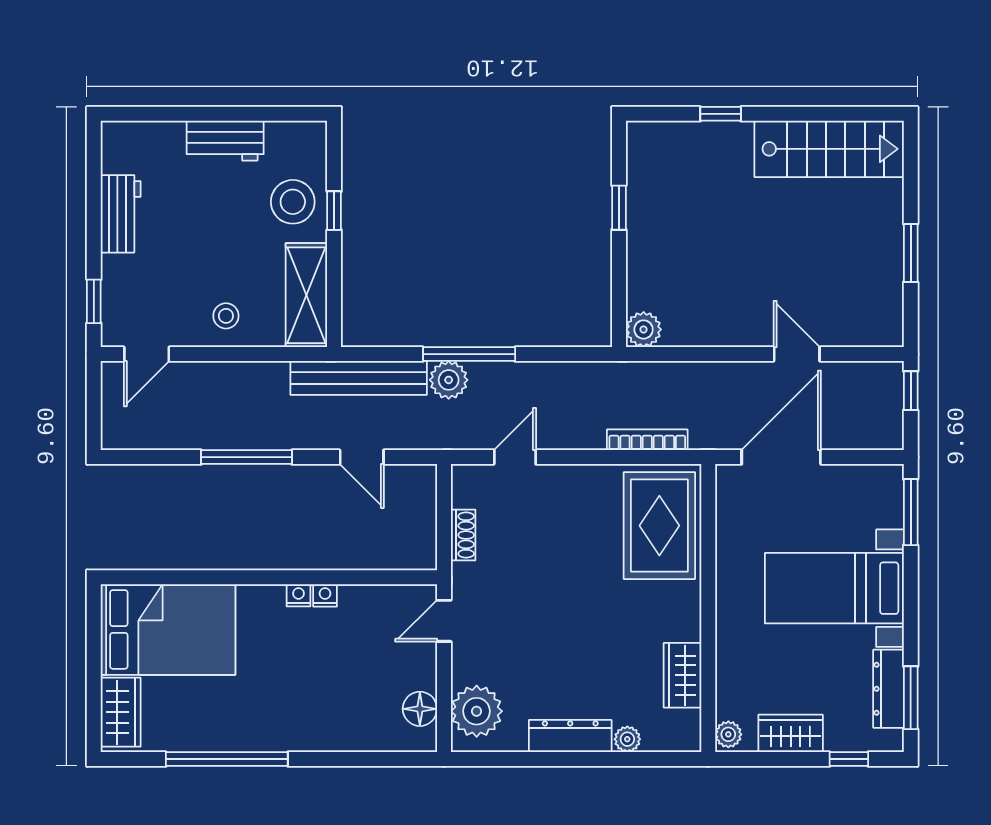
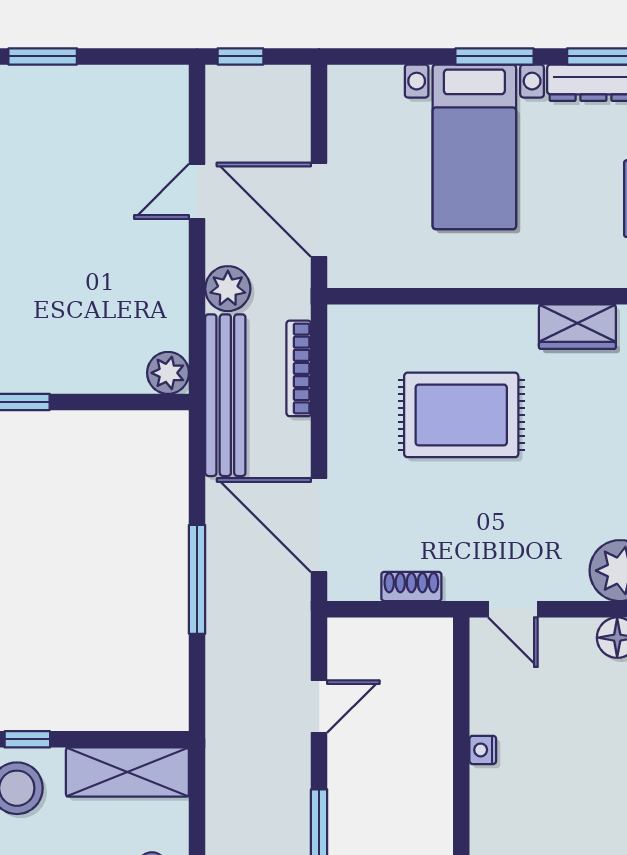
window: (911, 253) -> (43, 56), moved
bench: (359, 378) -> (225, 395), moved
plant: (449, 380) -> (228, 289), moved
door: (515, 457) -> (319, 525), width x1.87
window: (911, 512) -> (495, 56), moved
rug: (659, 526) -> (461, 415), moved
nightstand: (298, 595) -> (483, 781), removed

